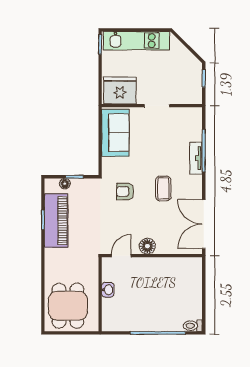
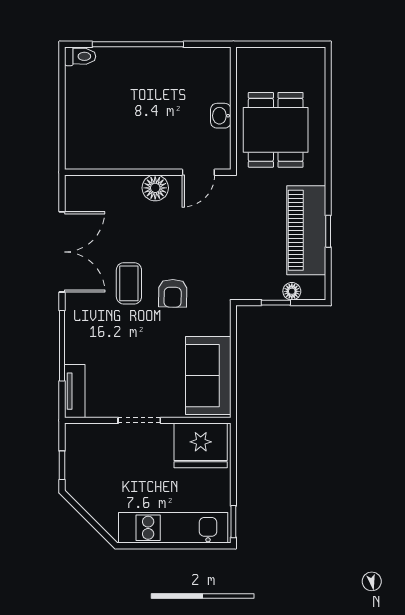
tv unit: (196, 158) -> (75, 391), moved
armchair: (125, 191) -> (173, 293), moved, turned 91
double door: (204, 224) -> (62, 252), moved
dining table: (68, 306) -> (276, 130), moved

